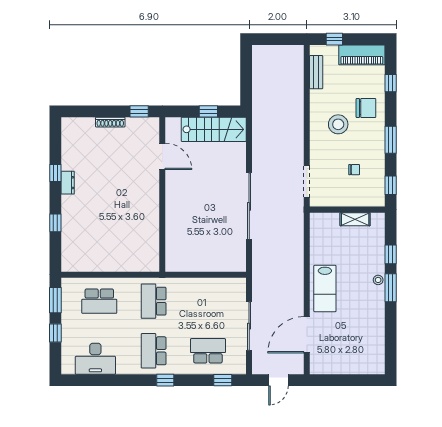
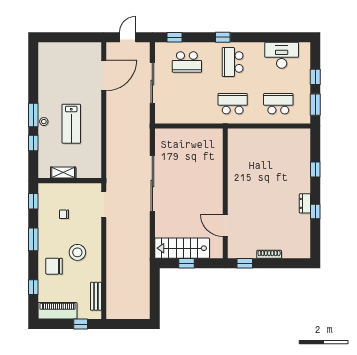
lab bench: (325, 289) -> (71, 124), moved, turned 180
school desk: (154, 301) -> (233, 104), turned -90
school desk: (154, 351) -> (233, 62), turned 180

